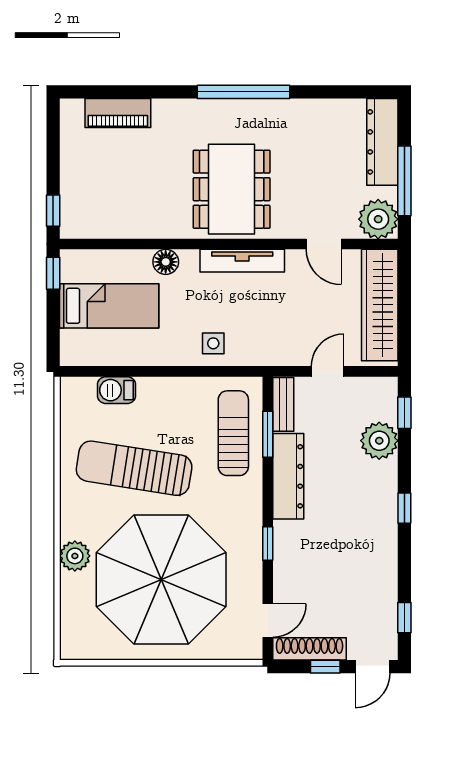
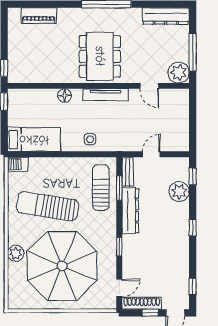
dresser: (382, 142) -> (166, 16), moved, turned -90
wardrobe: (380, 305) -> (179, 119), removed
bed: (109, 306) -> (34, 140), moved
barbecue: (117, 390) -> (18, 164), moved

